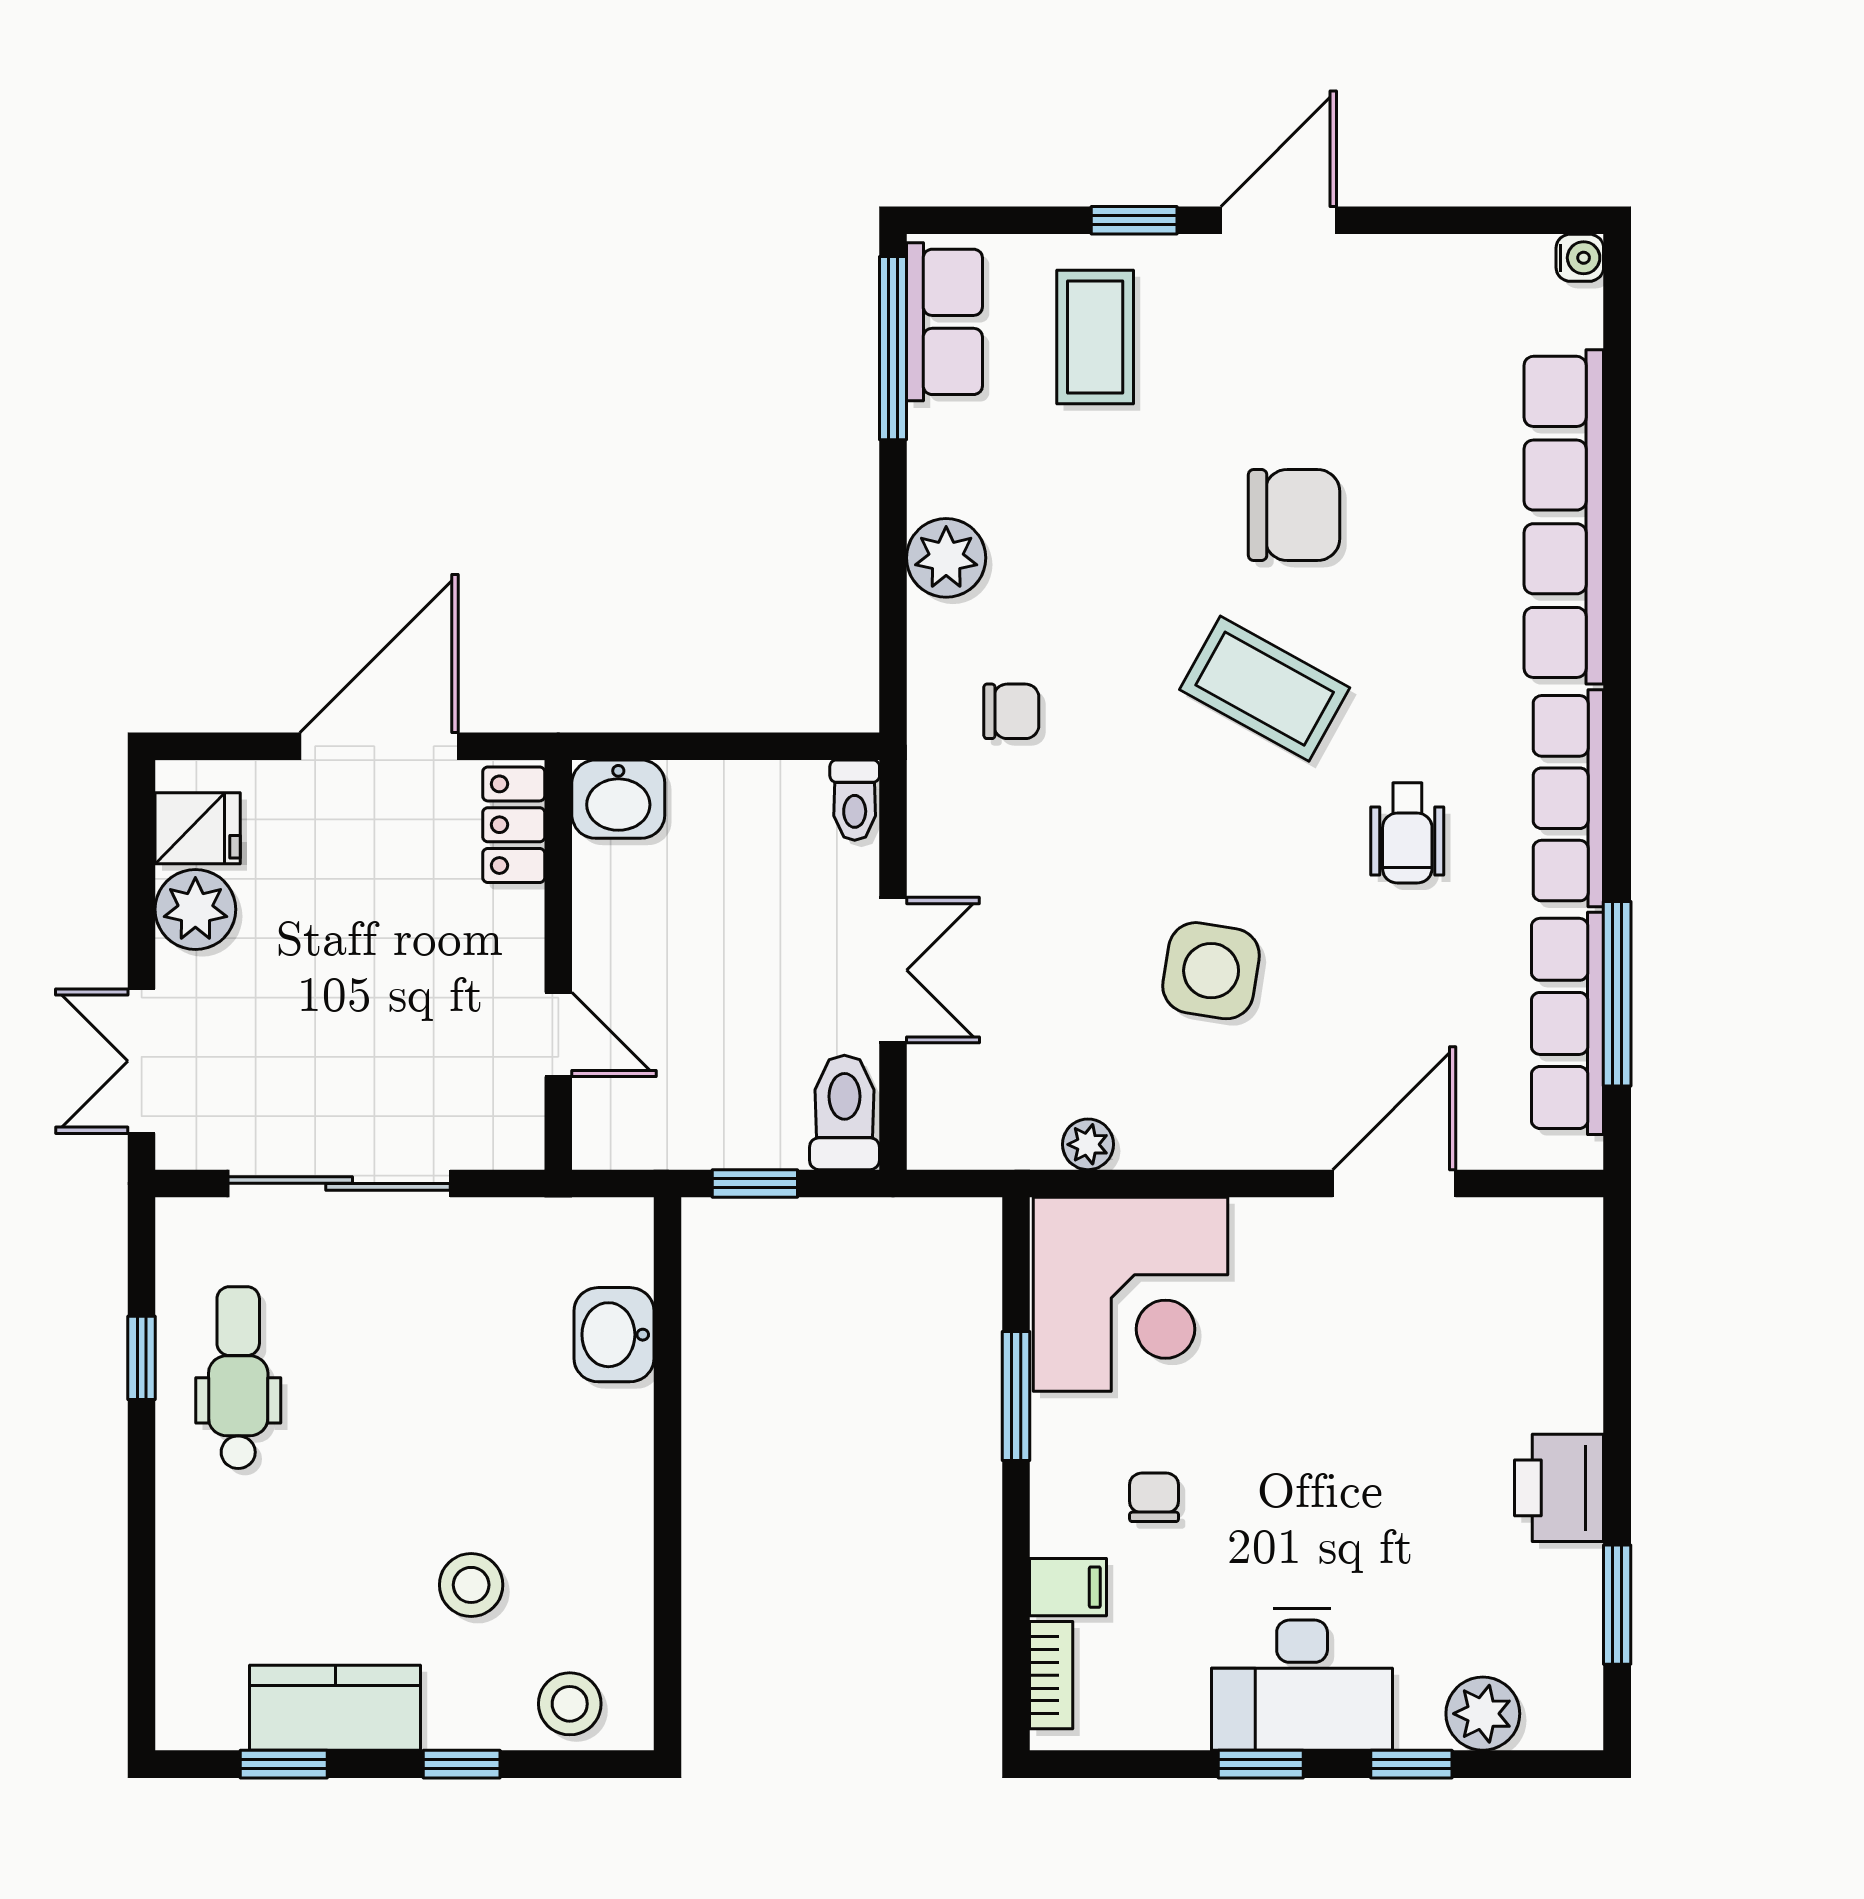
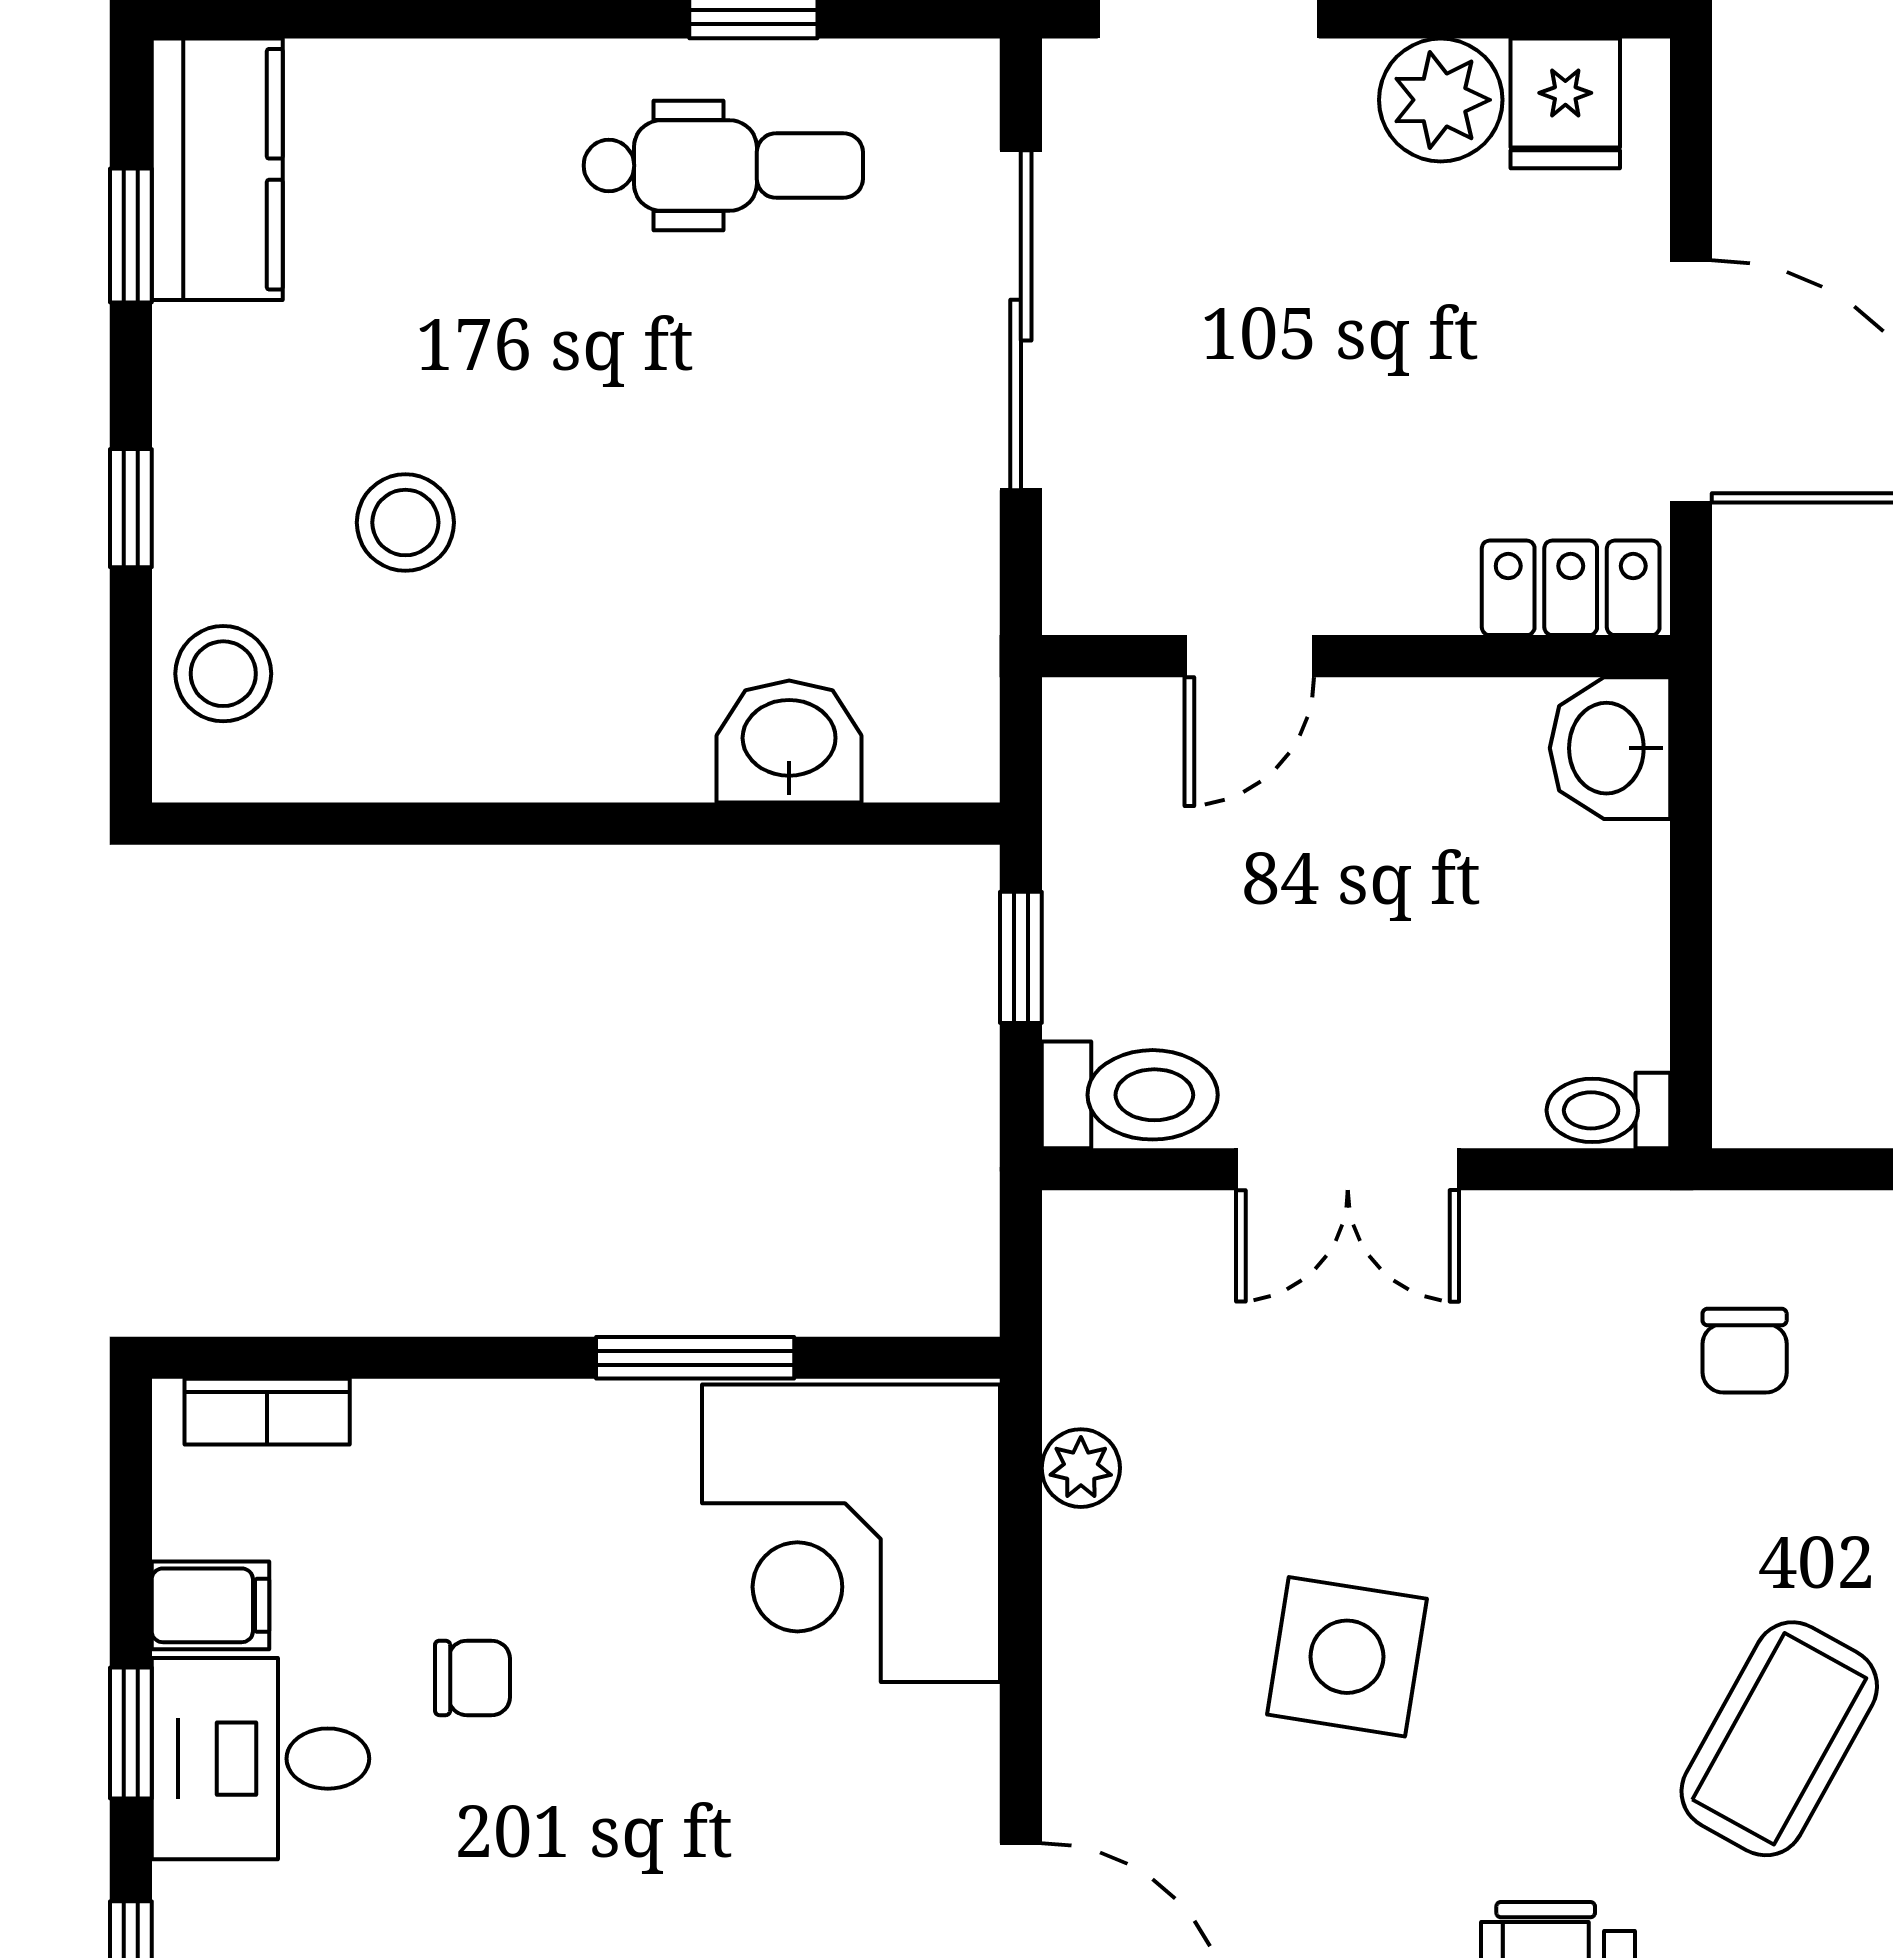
chair: (1154, 1497) -> (472, 1678), moved
filing cabinet: (1068, 1587) -> (210, 1605), moved, turned -90
desk: (1302, 1679) -> (260, 1759), width x0.73
kitchen counter: (335, 1708) -> (217, 169), moved

